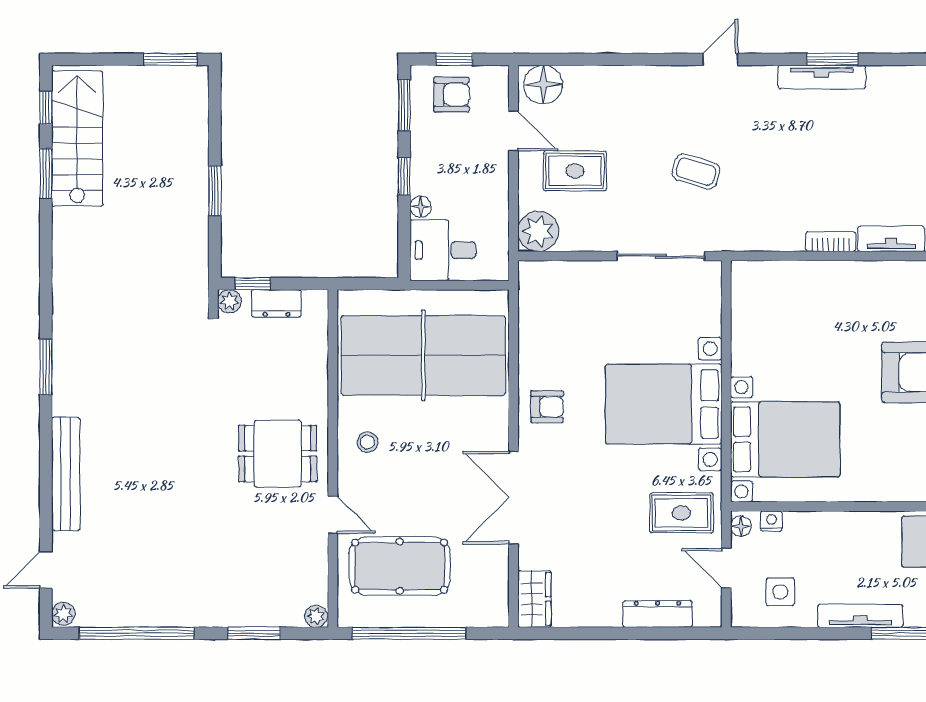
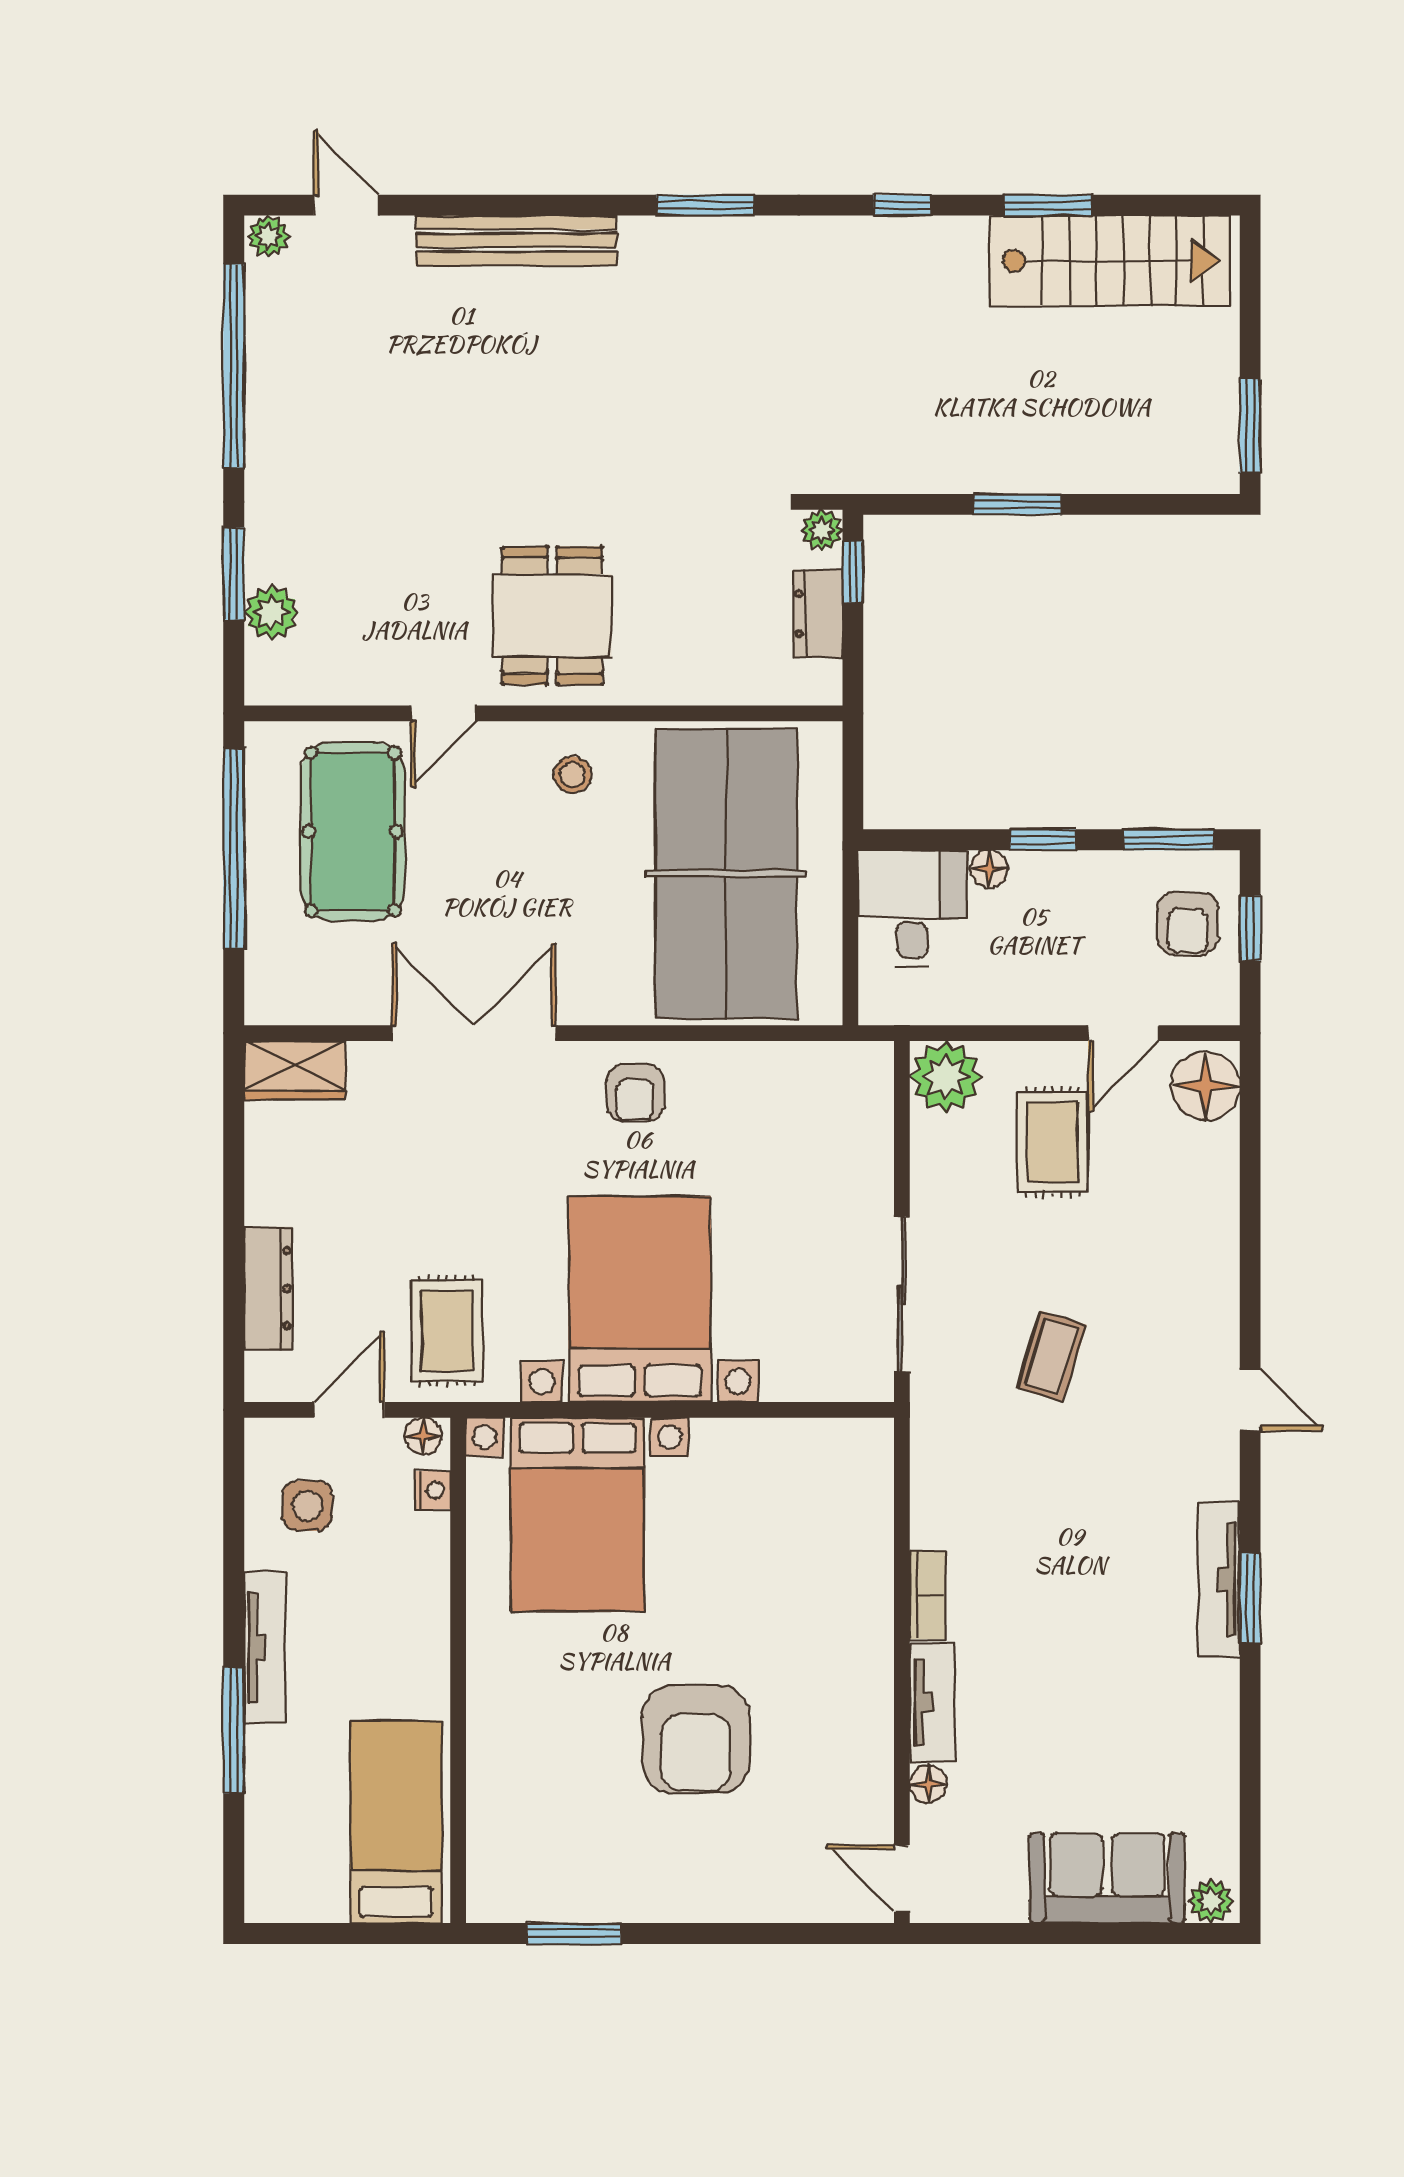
window: (46, 108) -> (903, 205), moved
plant: (316, 616) -> (271, 613), moved, width x1.38, depth x1.38

